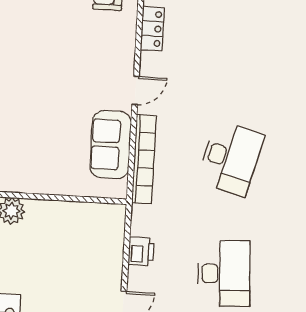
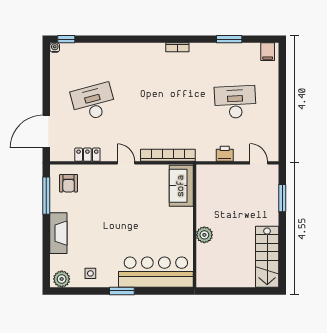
sofa: (111, 145) -> (181, 186), moved, turned 90
desk: (231, 158) -> (93, 102), moved, turned -30

